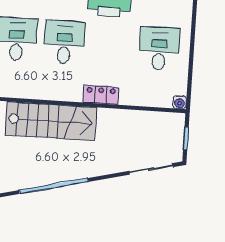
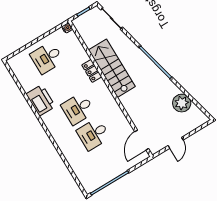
stairs: (51, 121) -> (112, 68), moved

